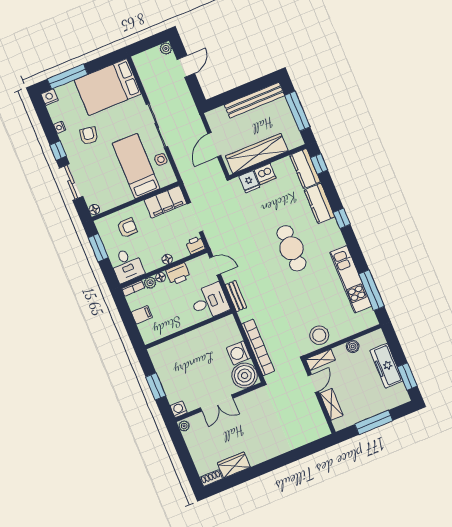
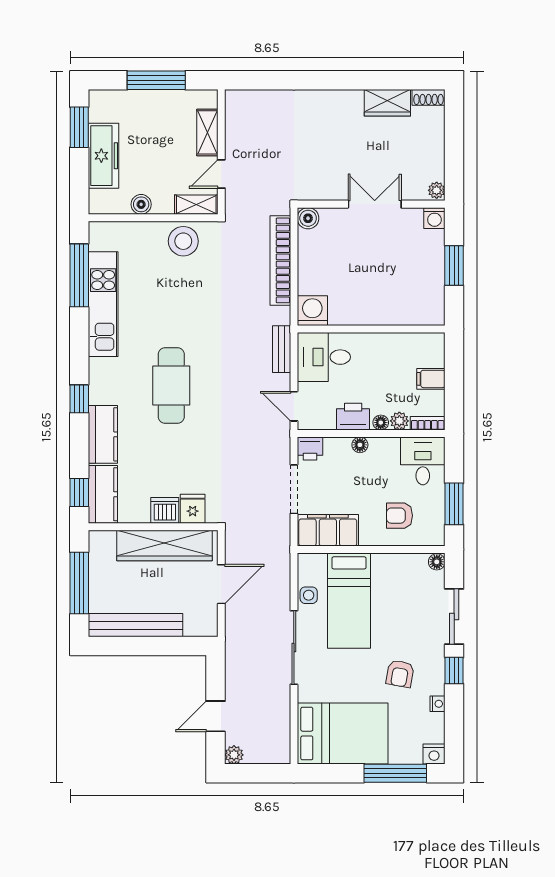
washing machine: (239, 353) -> (312, 311), moved, turned -90
boiler: (245, 376) -> (308, 218), width x0.54, depth x0.54

